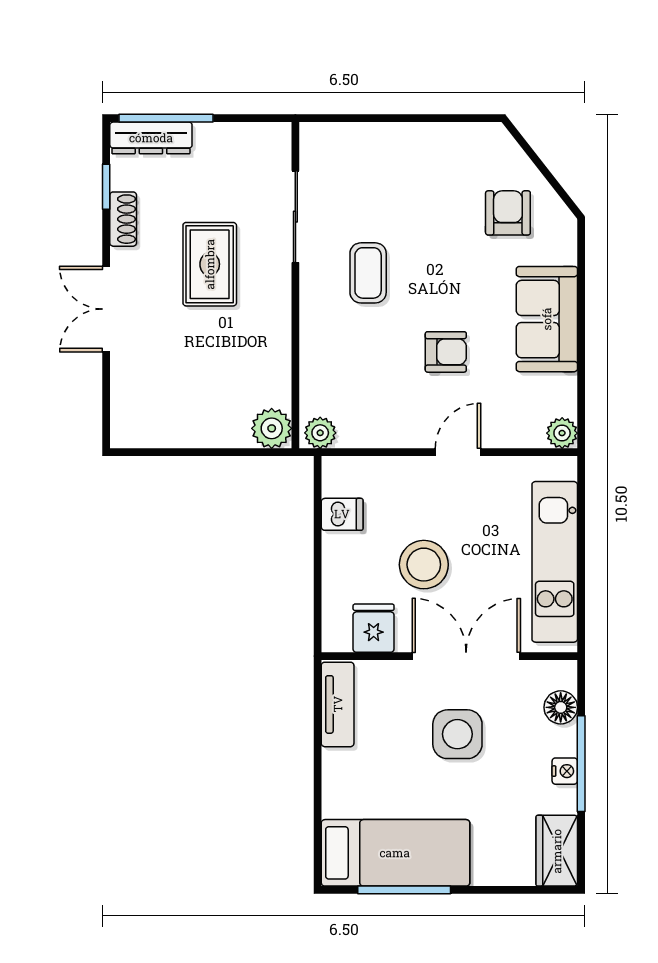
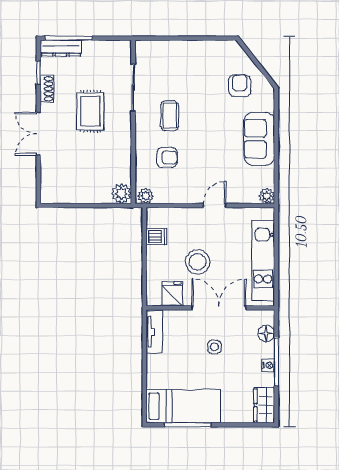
armchair: (446, 352) -> (167, 157), moved
side table: (457, 734) -> (214, 347), width x0.54, depth x0.54

